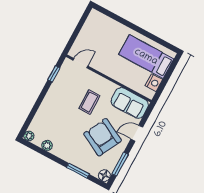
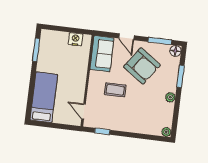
window: (158, 40) -> (36, 50), added
bed: (146, 57) -> (44, 97), moved, turned 180
armchair: (103, 137) -> (142, 66), turned -82
plant: (47, 145) -> (170, 97), moved

